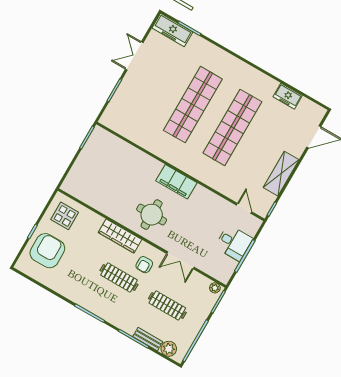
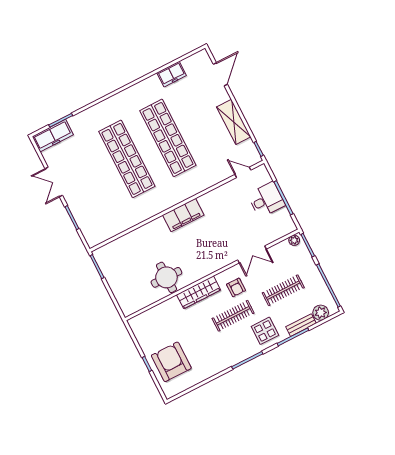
round table: (152, 215) -> (166, 277), moved
display table: (65, 216) -> (265, 331), moved

